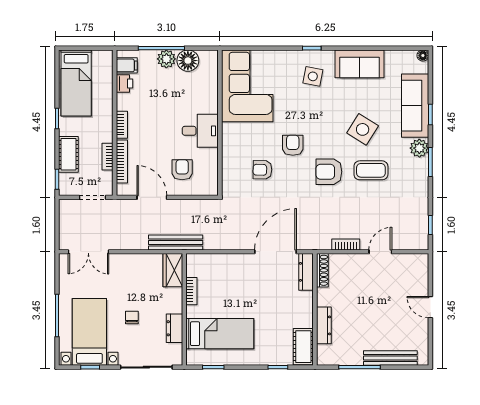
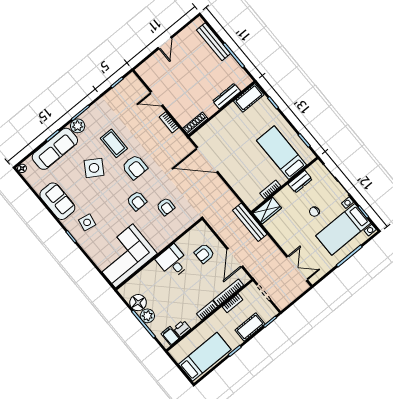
armchair: (293, 145) -> (137, 201), turned -90
dresser: (306, 272) -> (204, 132), removed

